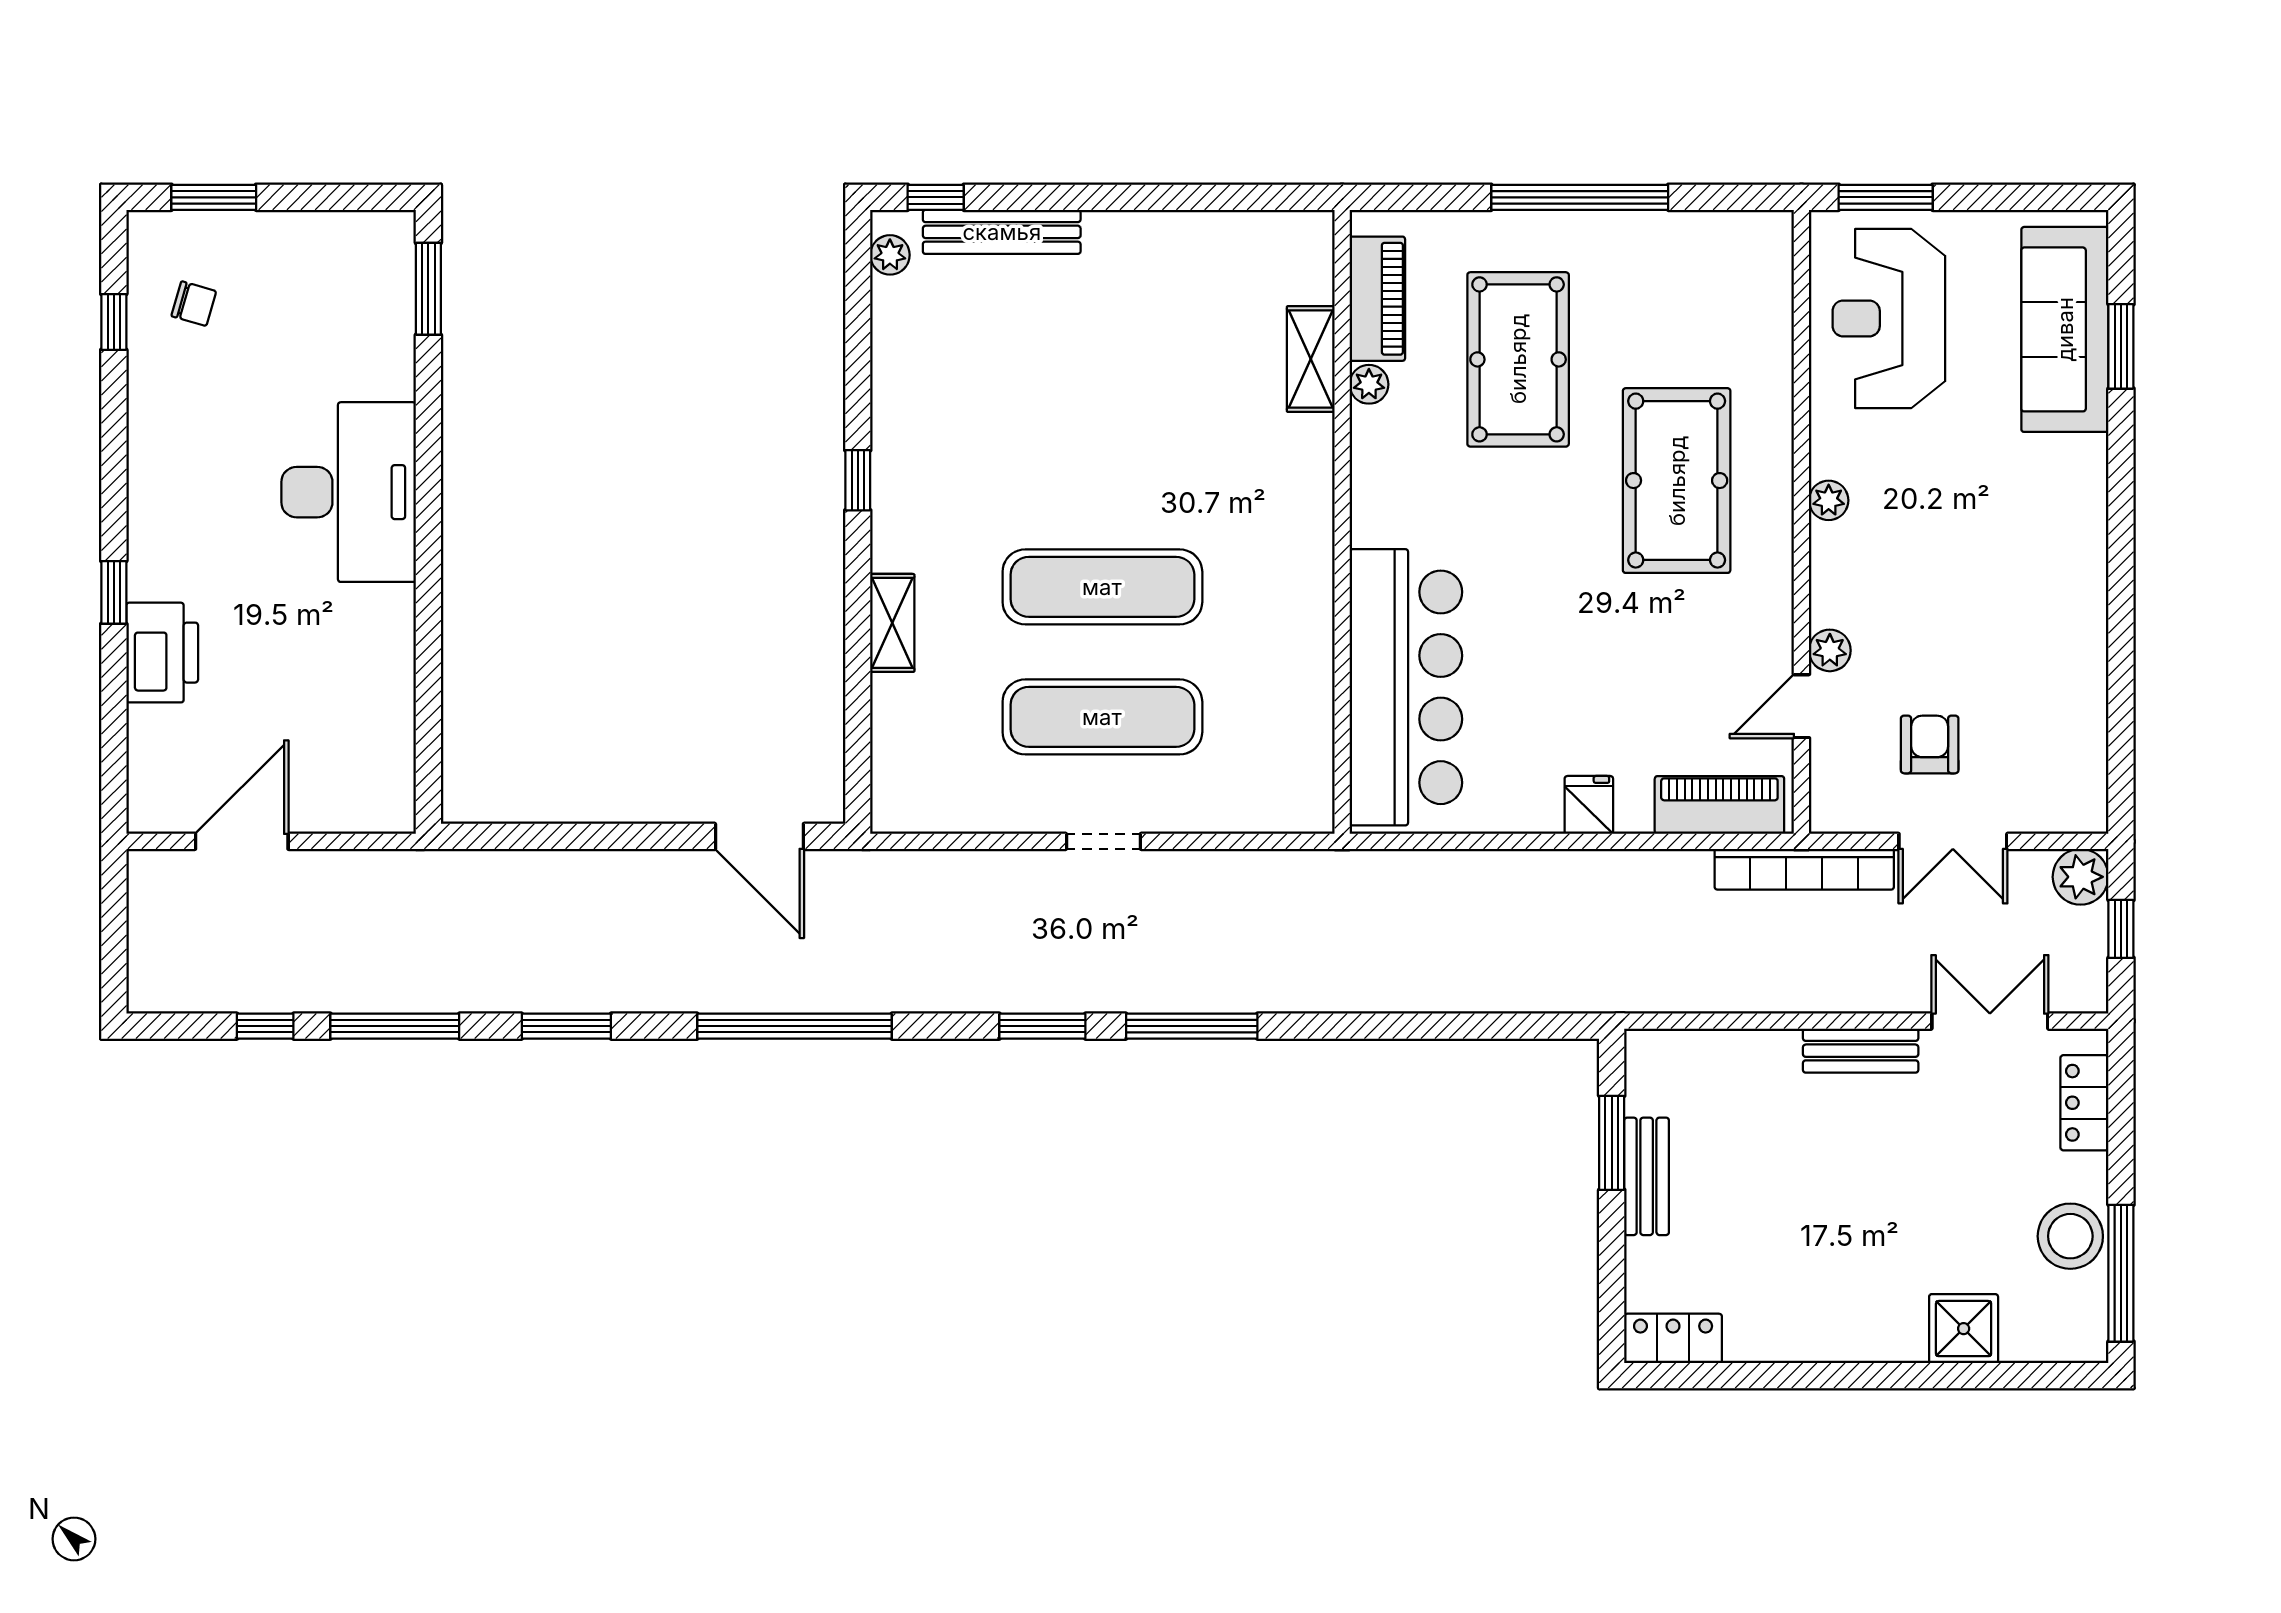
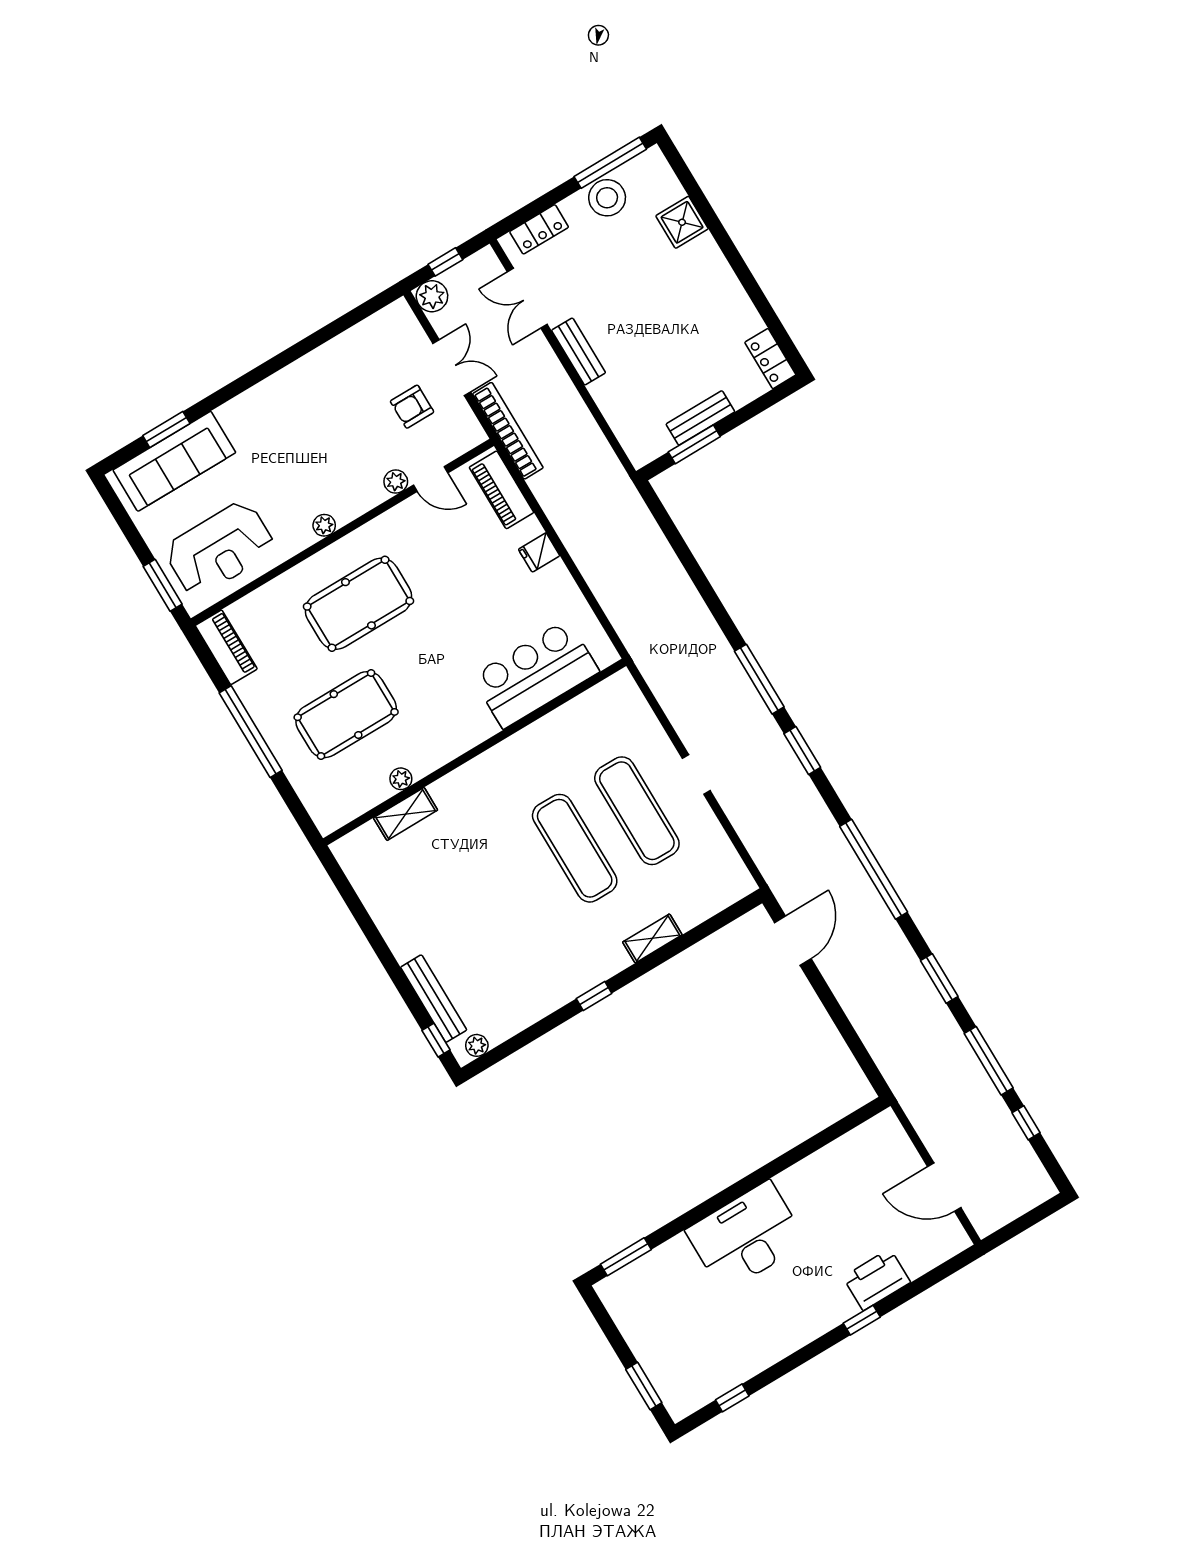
piano: (1377, 299) -> (226, 647), moved, turned 90
chair: (194, 304) -> (700, 1365), removed
bar counter: (1406, 687) -> (535, 674), width x0.73

